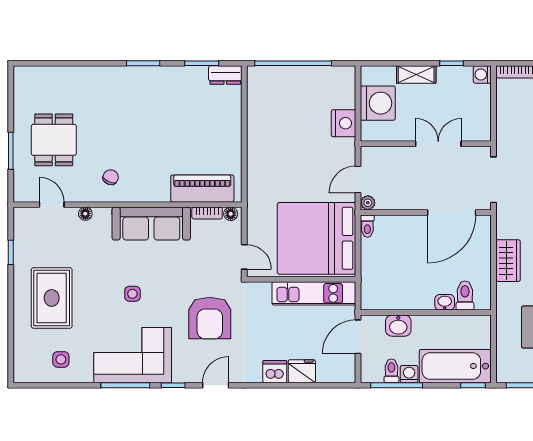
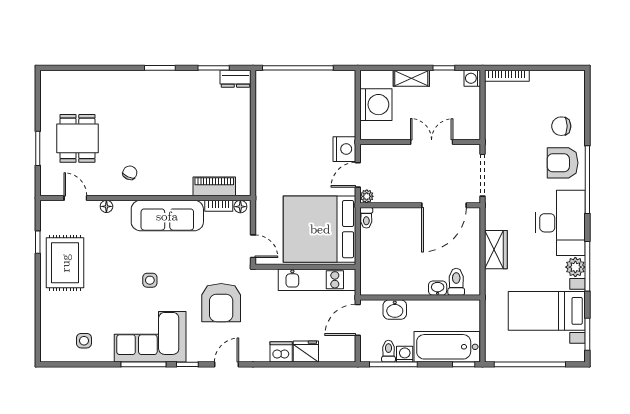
nightstand: (344, 123) -> (344, 149), moved
piano: (202, 189) -> (214, 186), width x0.73, depth x0.75
rug: (52, 298) -> (65, 263), moved

